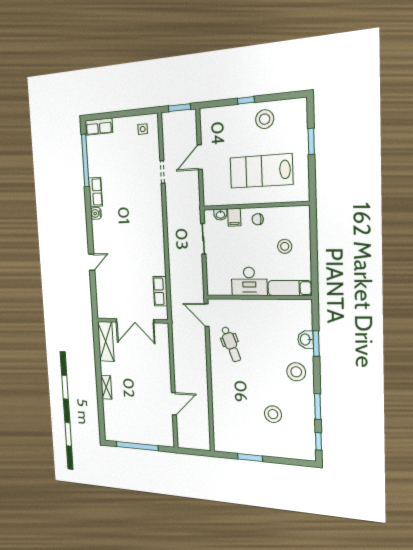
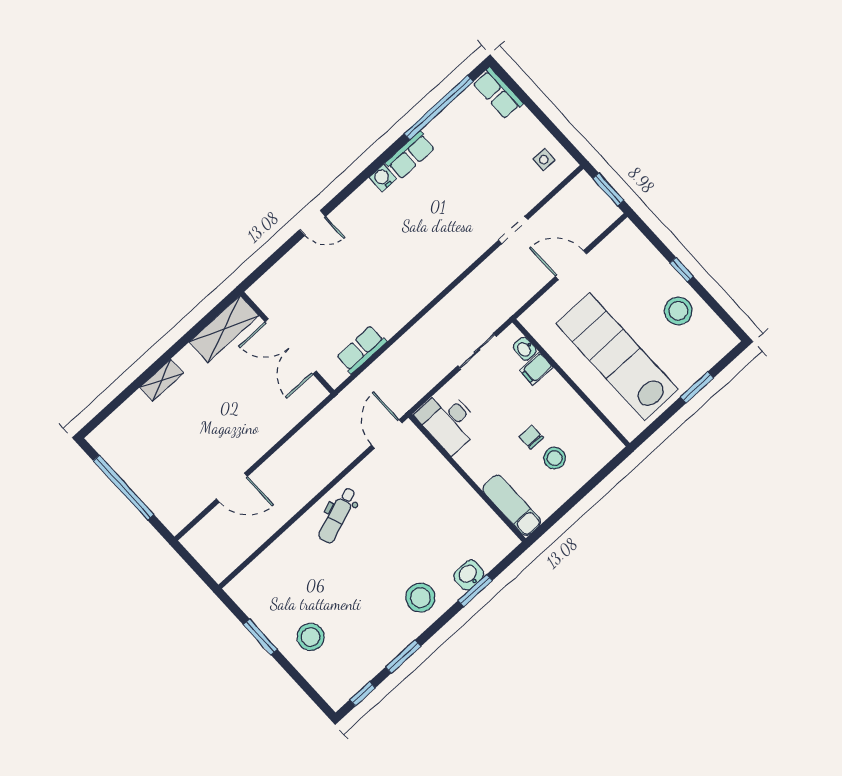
lab bench: (261, 171) -> (617, 356), width x1.36
chair: (258, 219) -> (531, 437), moved
desk: (249, 281) -> (449, 421), moved
dental chair: (231, 344) -> (338, 515), moved
stool: (273, 414) -> (311, 637), moved

